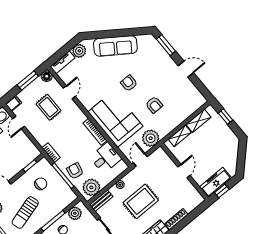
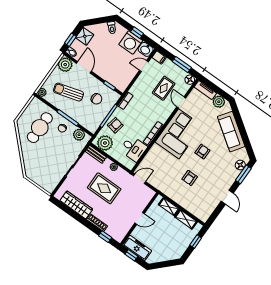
floor lamp: (155, 46) -> (240, 165), added
door: (69, 92) -> (181, 103), swing flipped
corner sofa: (115, 119) -> (179, 134), moved
plant: (151, 138) -> (160, 182), removed
window: (194, 214) -> (105, 237), added

